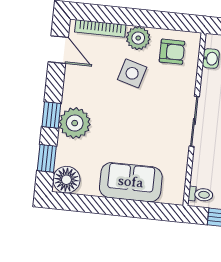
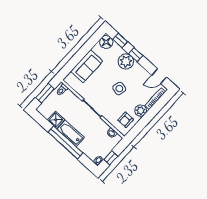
side table: (132, 73) -> (119, 89), moved

